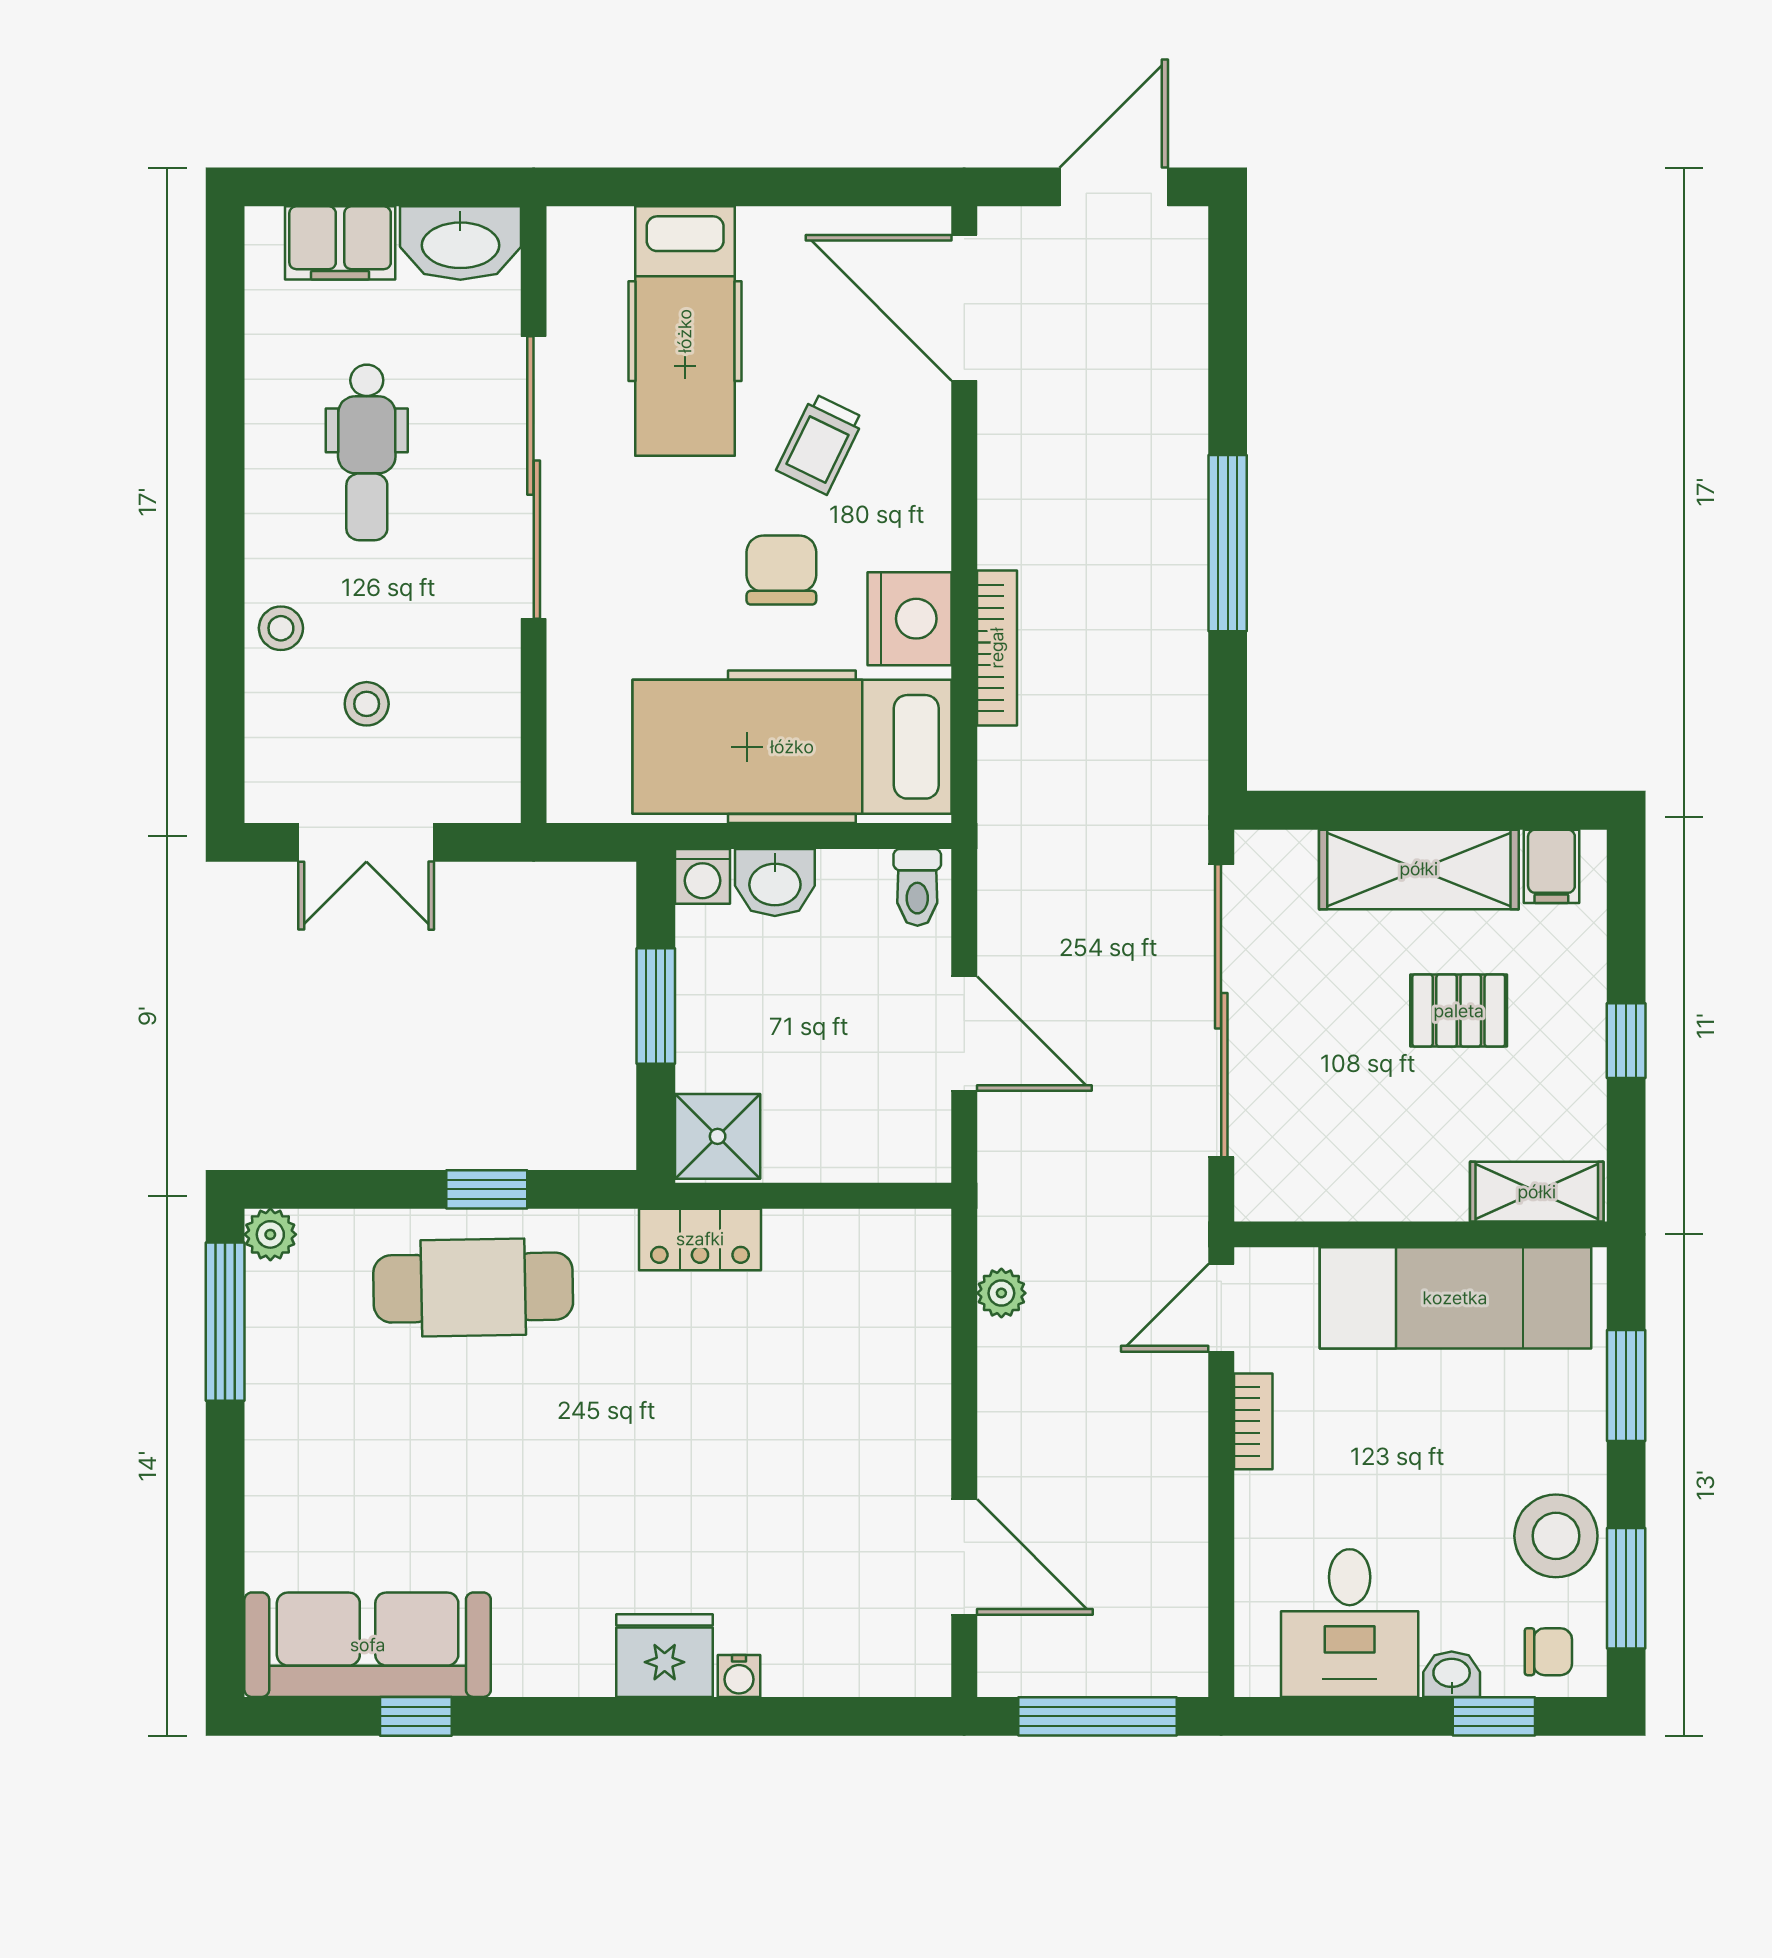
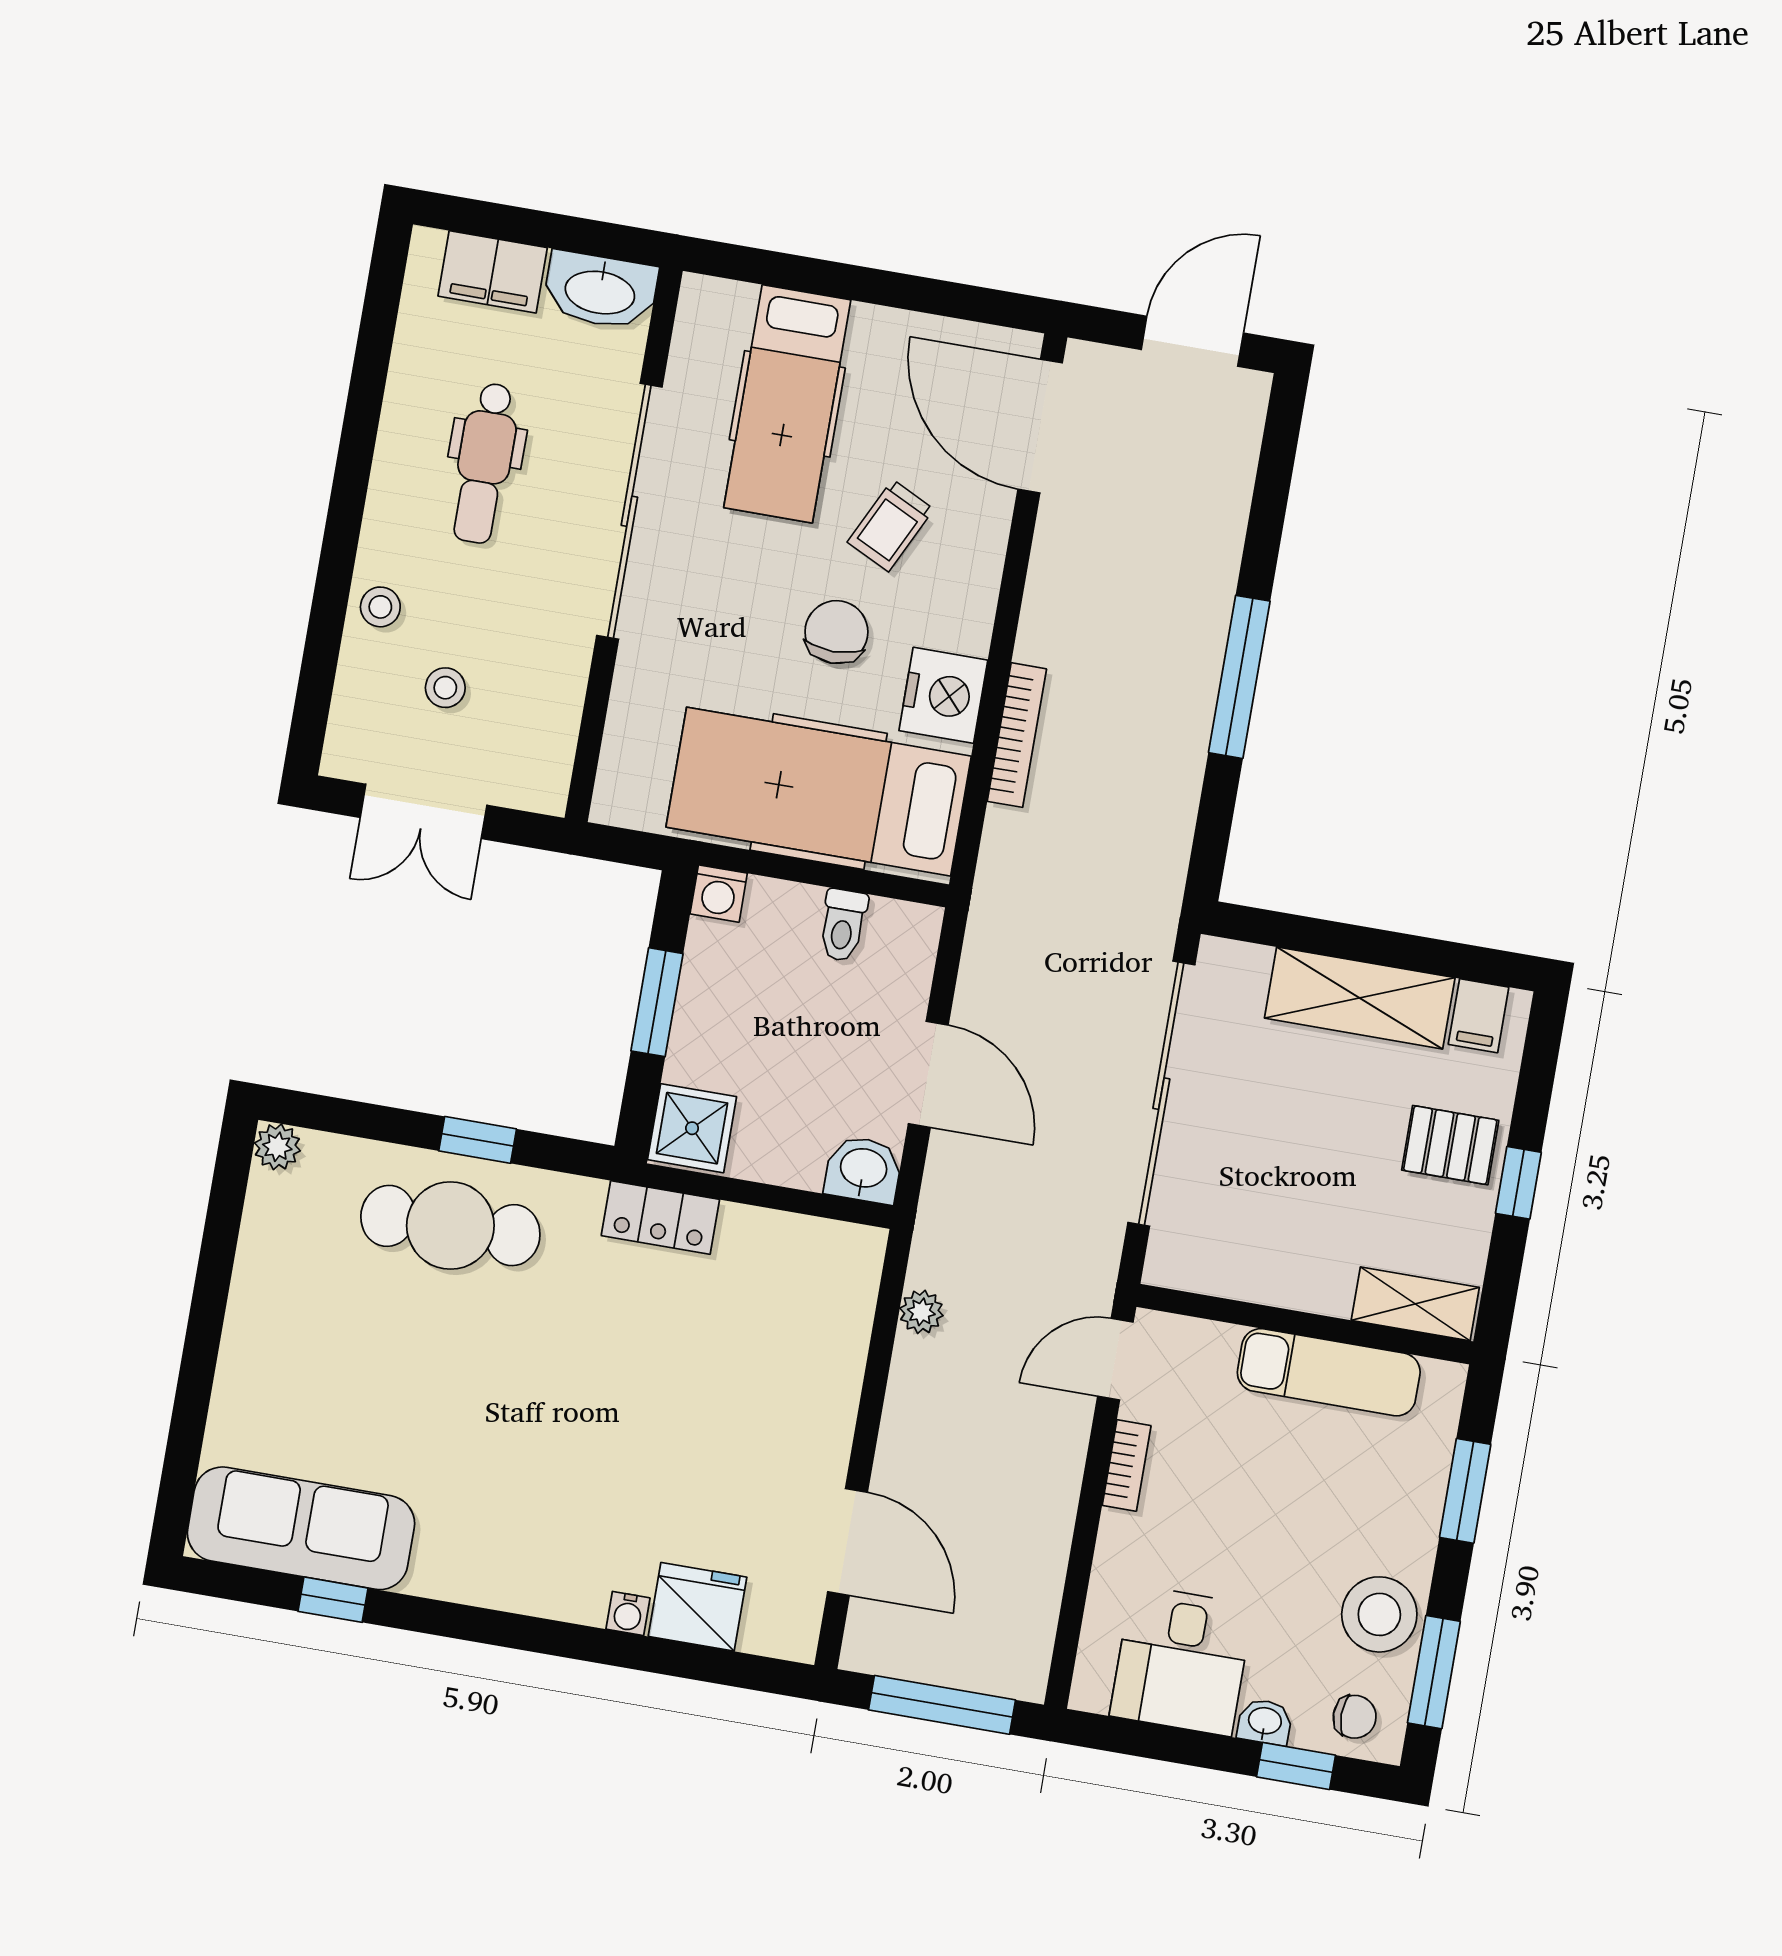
washbasin: (775, 882) -> (863, 1170), moved, turned 180
toilet: (917, 887) -> (843, 925), moved
pallet: (1459, 1011) -> (1450, 1145), moved
exam couch: (1455, 1298) -> (1329, 1372), width x0.73, depth x0.69
window: (225, 1322) -> (224, 1218), removed
fridge: (665, 1656) -> (698, 1607), moved

